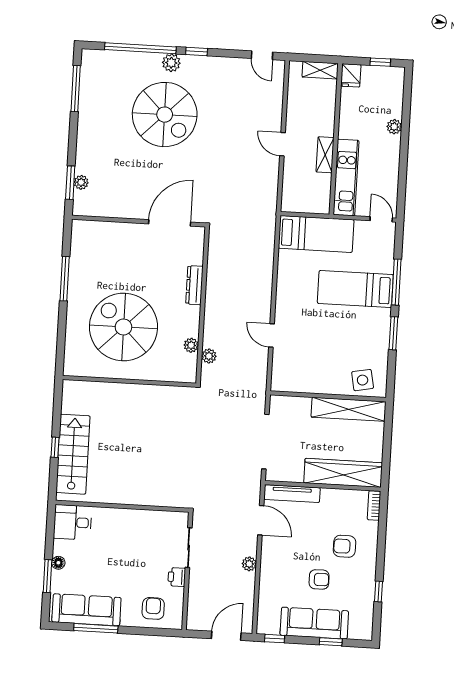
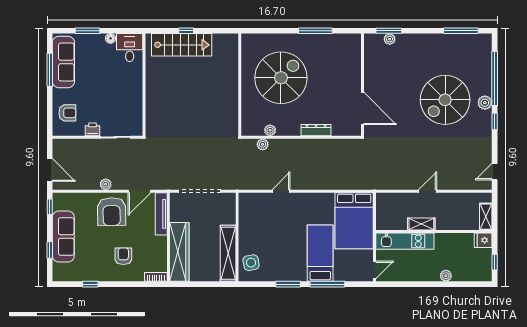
bed: (316, 234) -> (354, 221), width x1.50
floor lamp: (58, 563) -> (111, 38), moved
armchair: (319, 579) -> (112, 212), moved, width x1.88, depth x1.88

